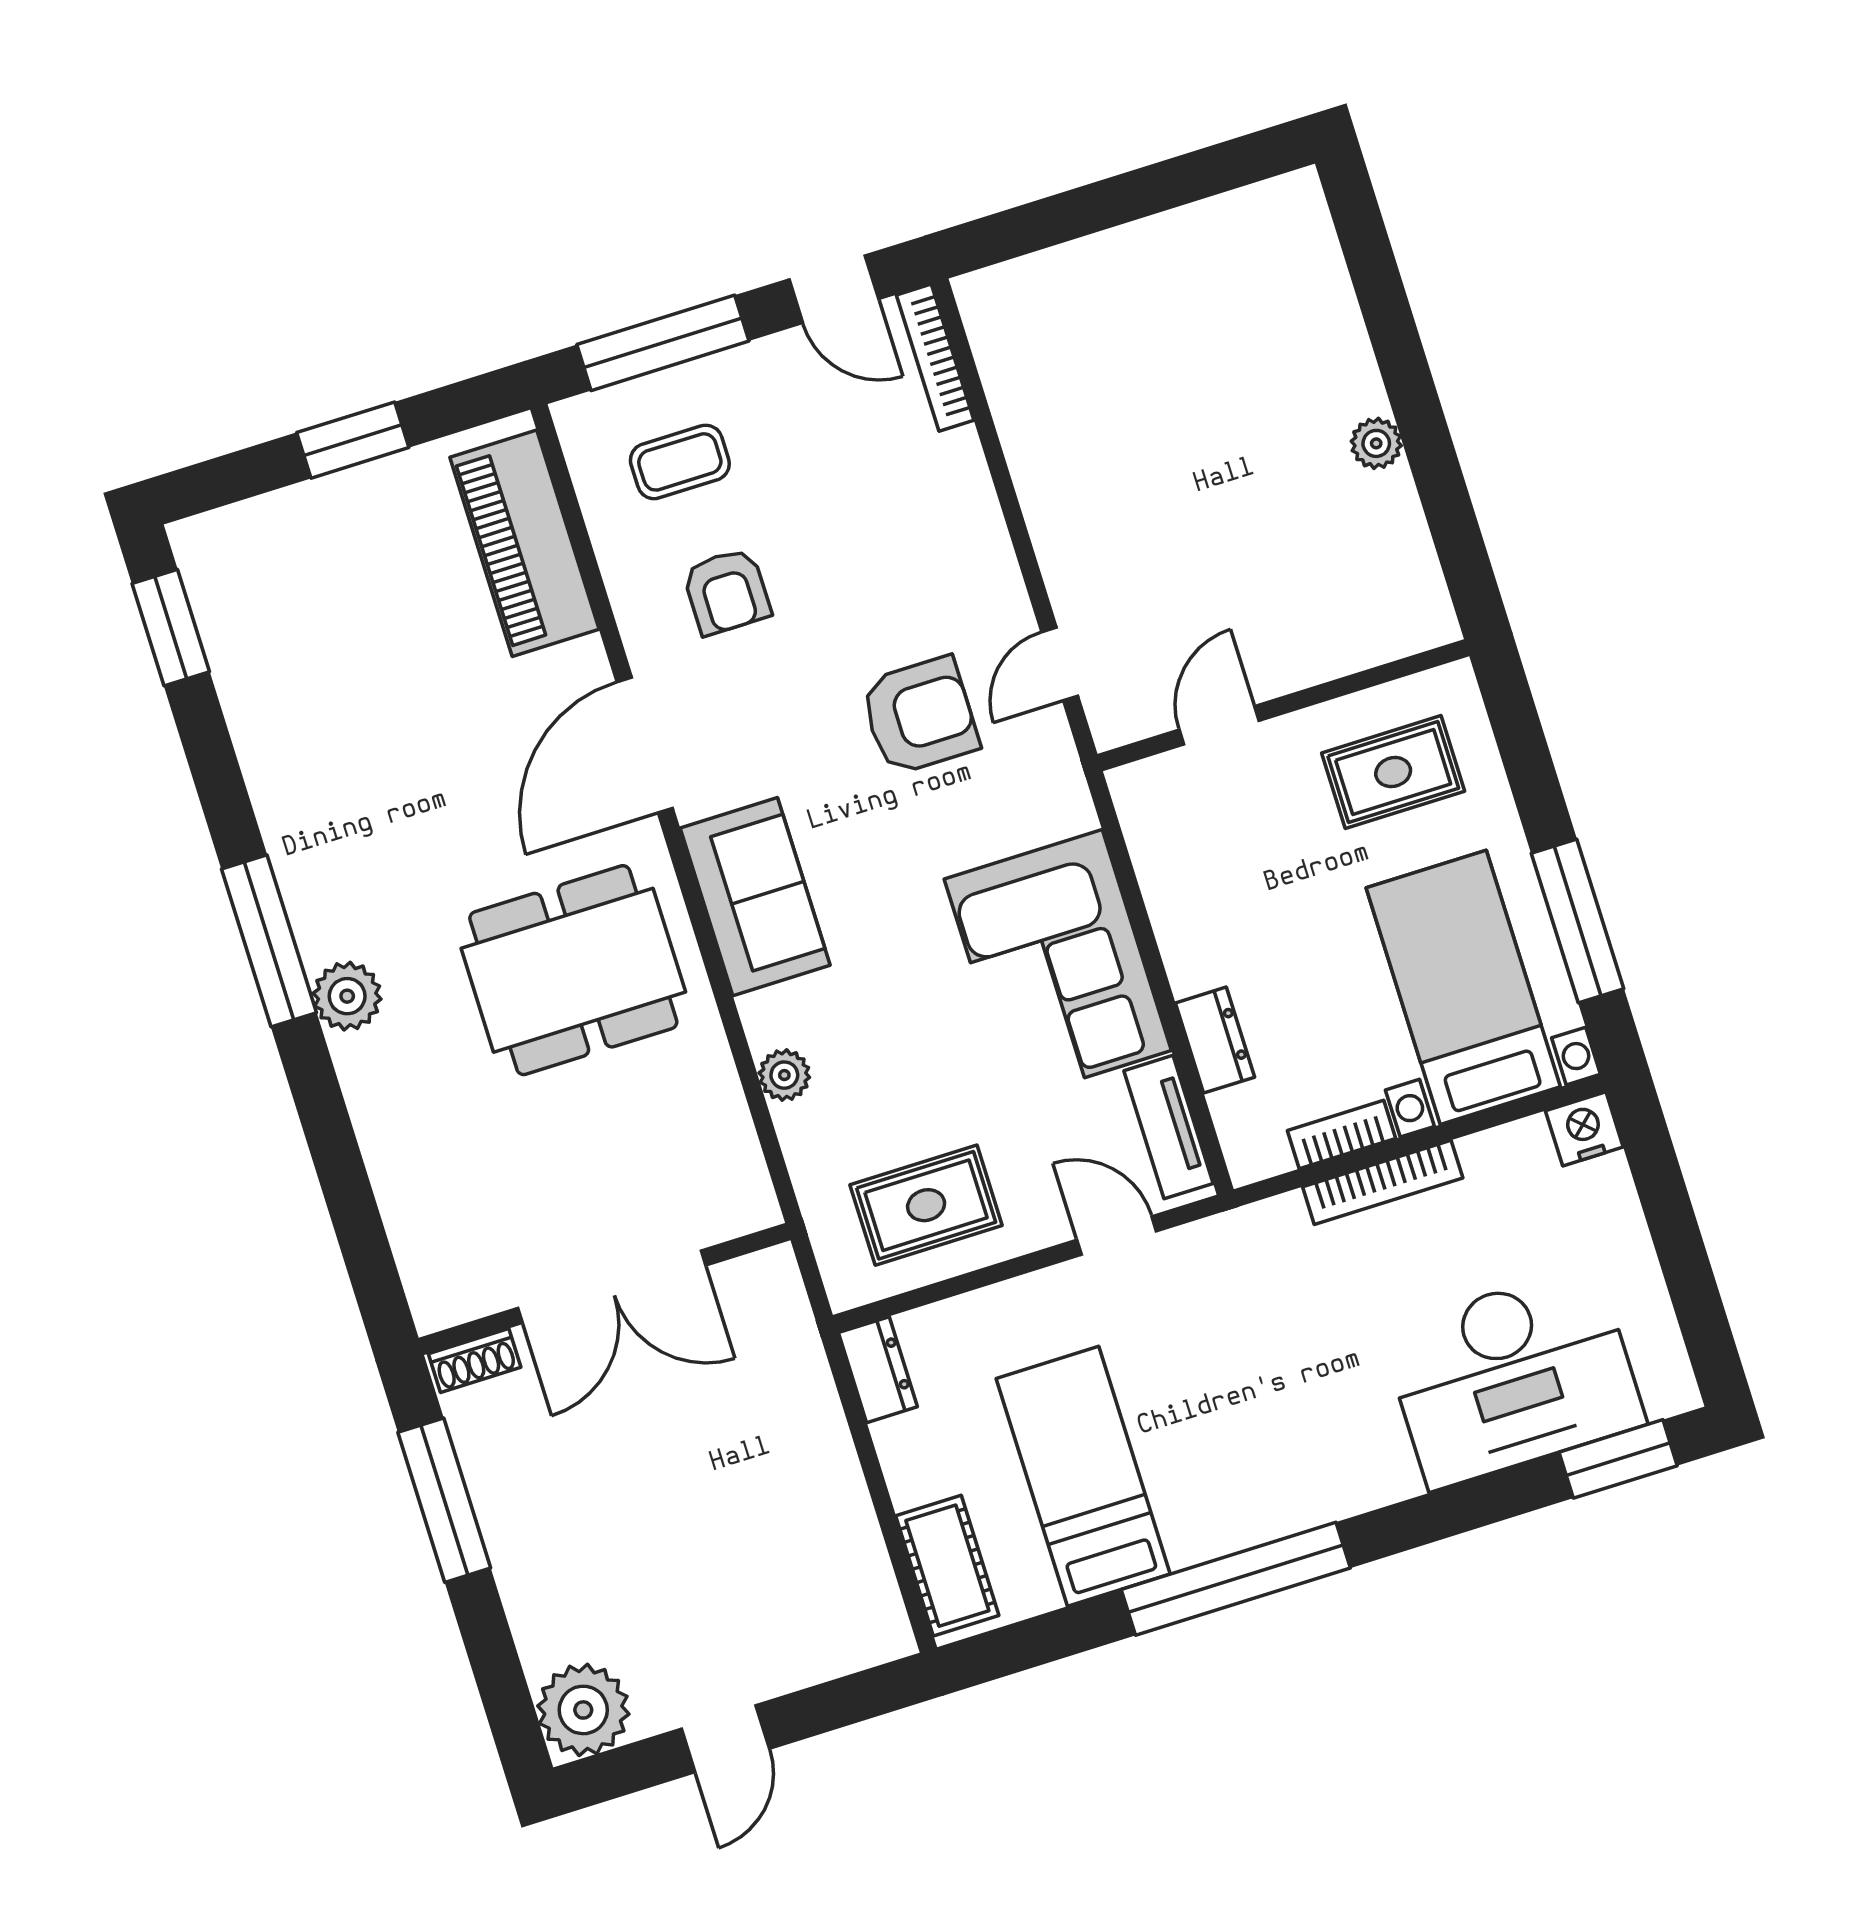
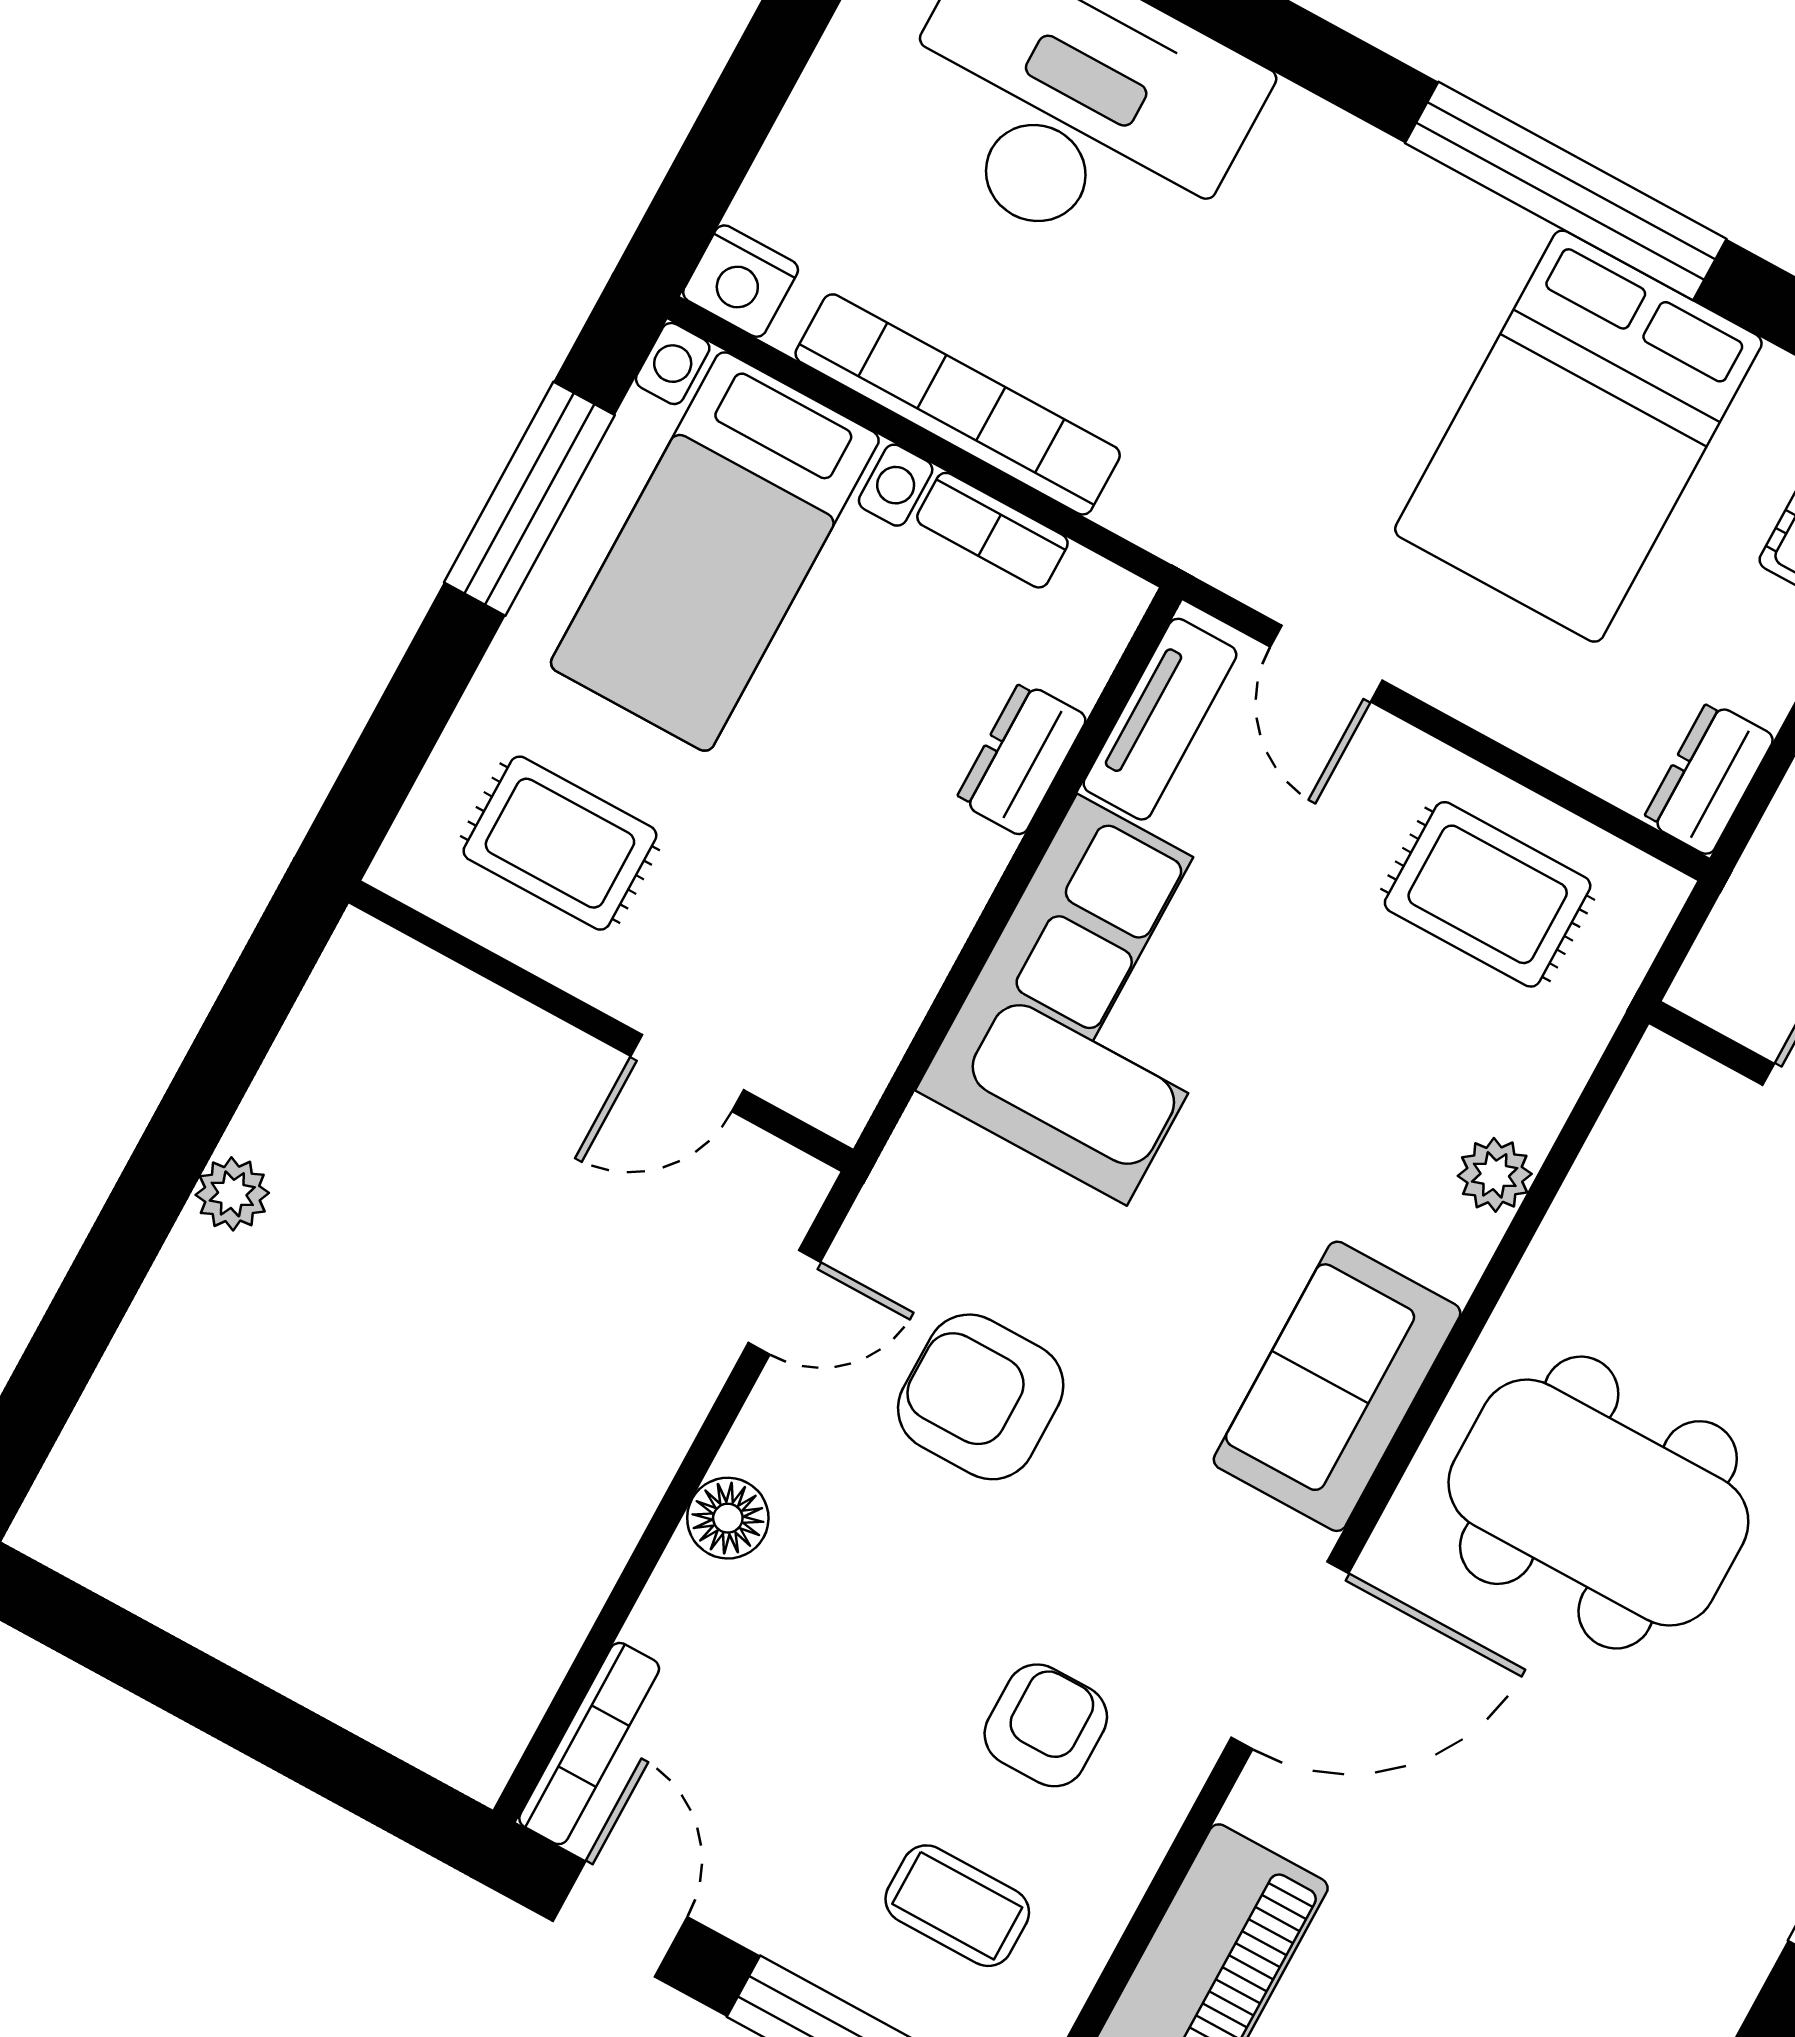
floor lamp: (980, 533) -> (728, 1518), added
bookcase: (1383, 1182) -> (958, 404), width x1.48, depth x1.31
bed: (1083, 1476) -> (1578, 436), width x1.50

